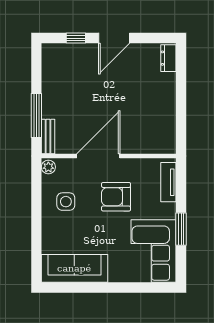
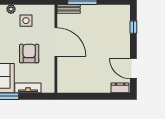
door: (114, 38) -> (133, 69), moved
plant: (48, 167) -> (11, 9), moved
tv unit: (168, 182) -> (28, 88), moved

